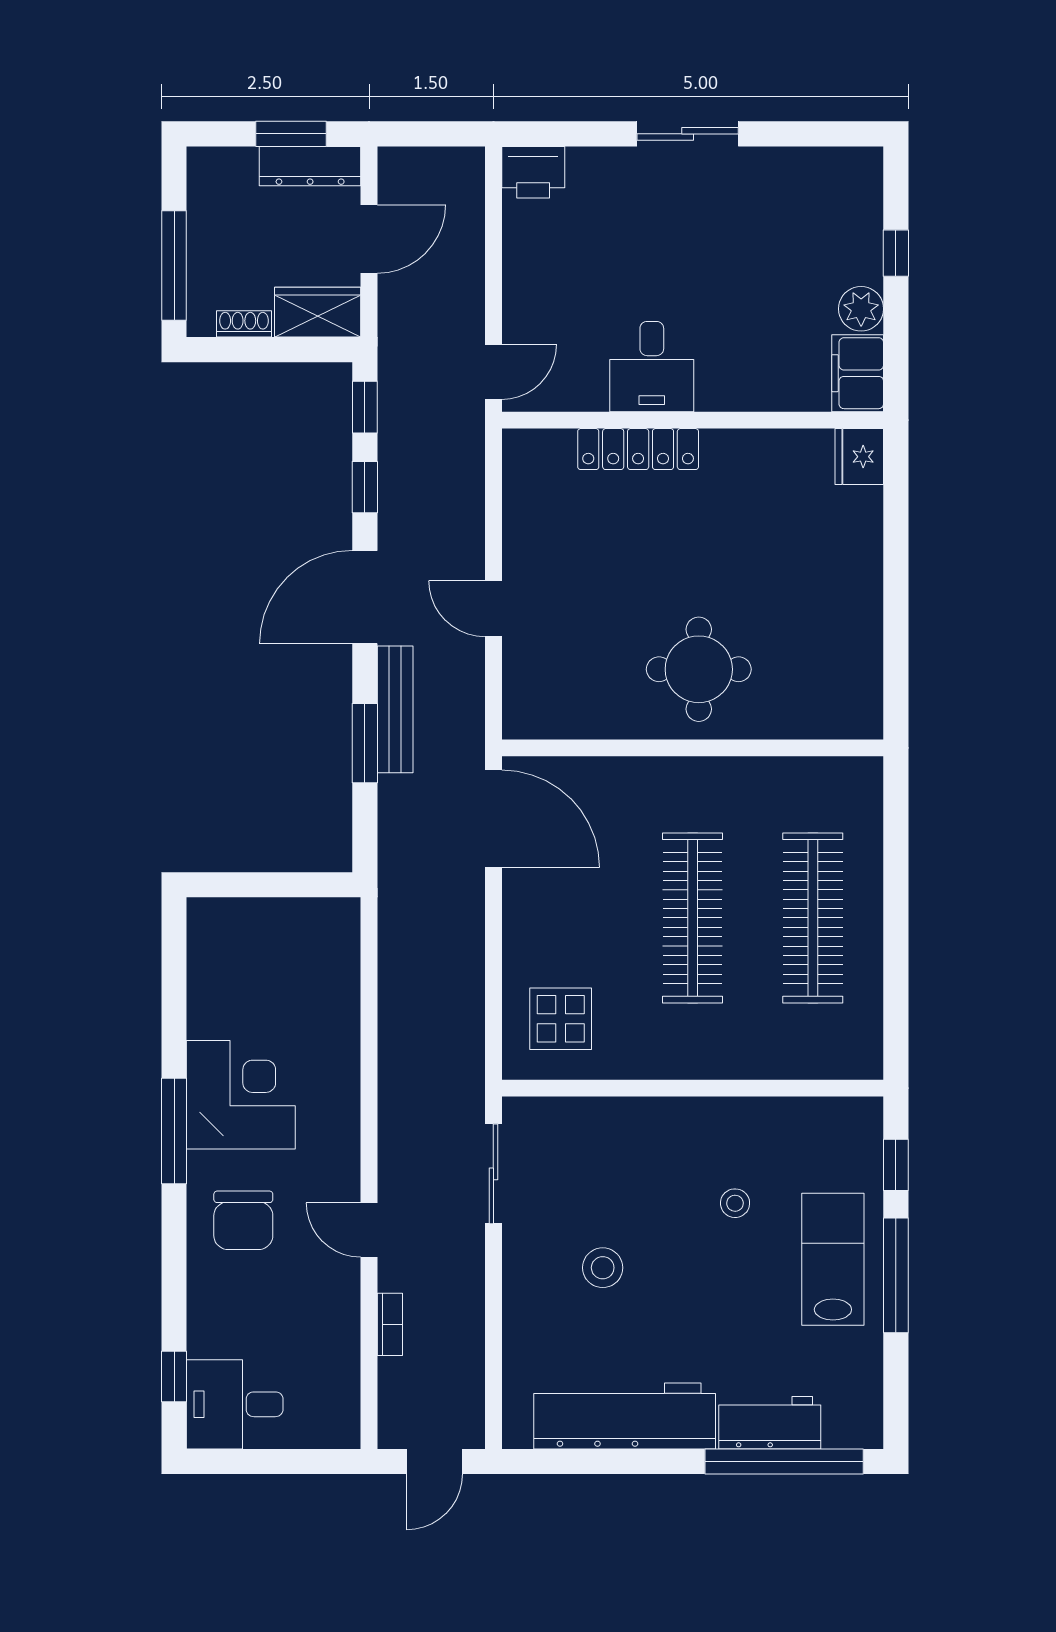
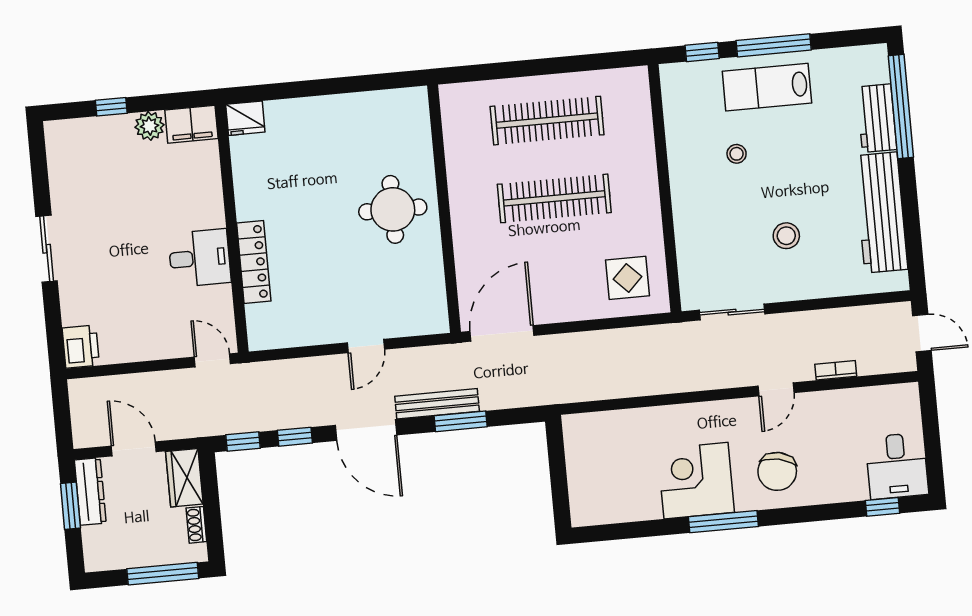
chair: (243, 1220) -> (777, 471), turned 102

